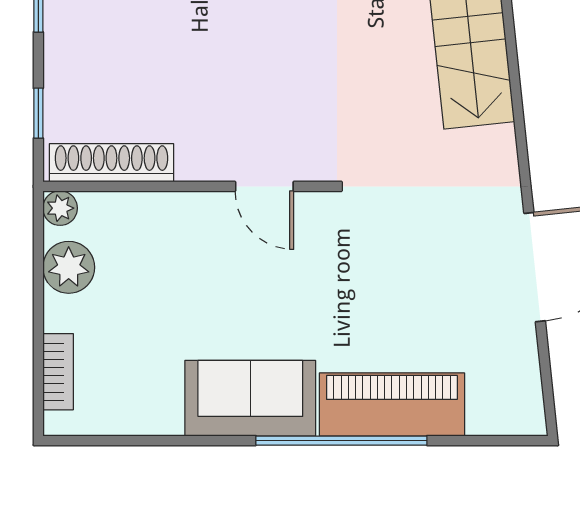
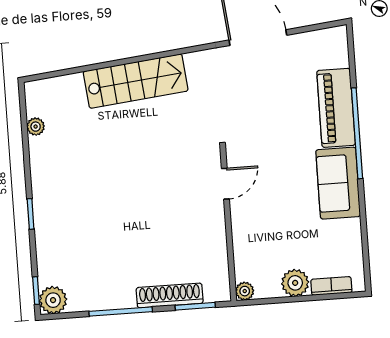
window: (38, 113) -> (195, 306), width x1.50
shoe rack: (111, 163) -> (170, 295), moved, turned 90
plant: (69, 267) -> (295, 283), moved

